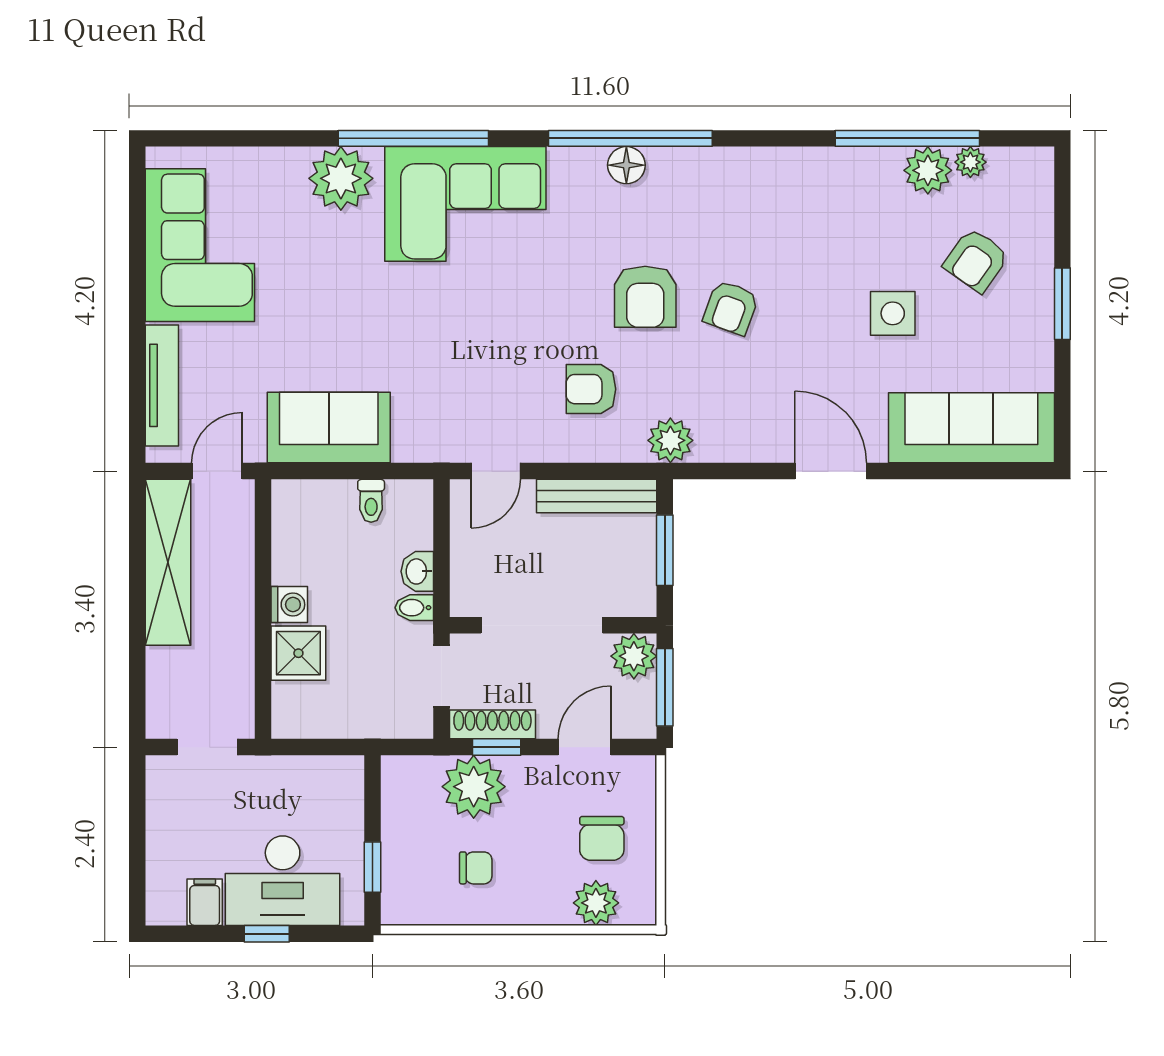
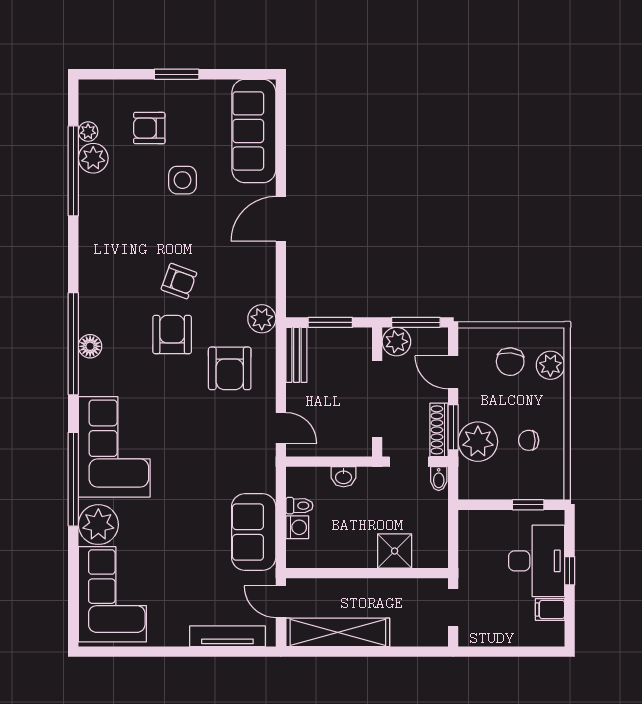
corner sofa: (200, 245) -> (112, 594), moved, turned 90
armchair: (976, 260) -> (149, 128), turned 145
armchair: (645, 297) -> (172, 335), turned -90
armchair: (591, 389) -> (230, 368), width x1.38, depth x1.38
bench: (597, 496) -> (296, 355), width x0.73
washing machine: (289, 605) -> (297, 527), moved, turned 90
bidet: (414, 608) -> (439, 479), moved
window: (497, 747) -> (453, 427), width x1.50
chair: (602, 838) -> (510, 362), turned 95
chair: (476, 868) -> (529, 440), turned -90

